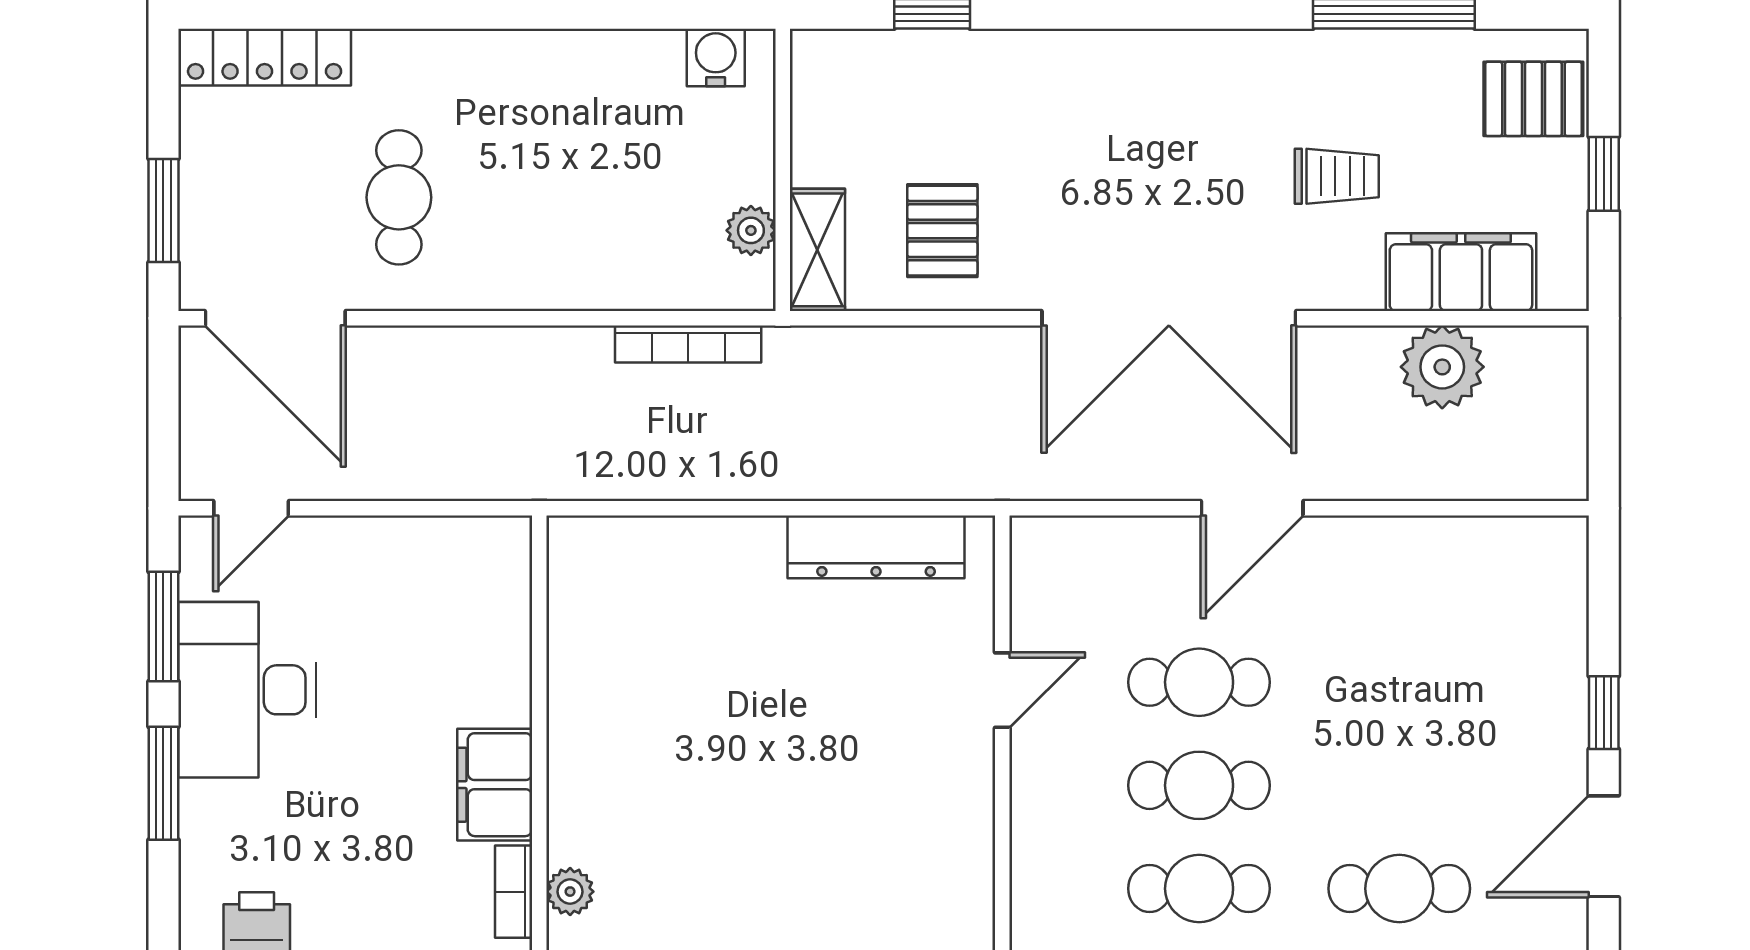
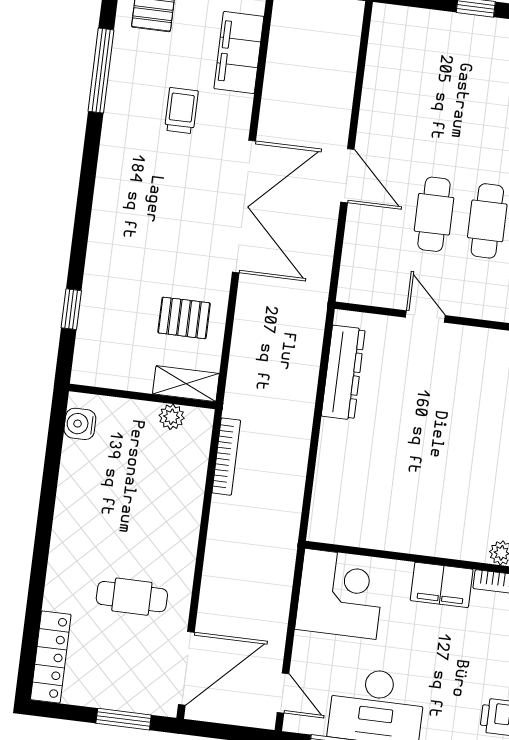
plant: (1442, 367) -> (287, 68), removed
corner desk: (454, 594) -> (340, 594), added

